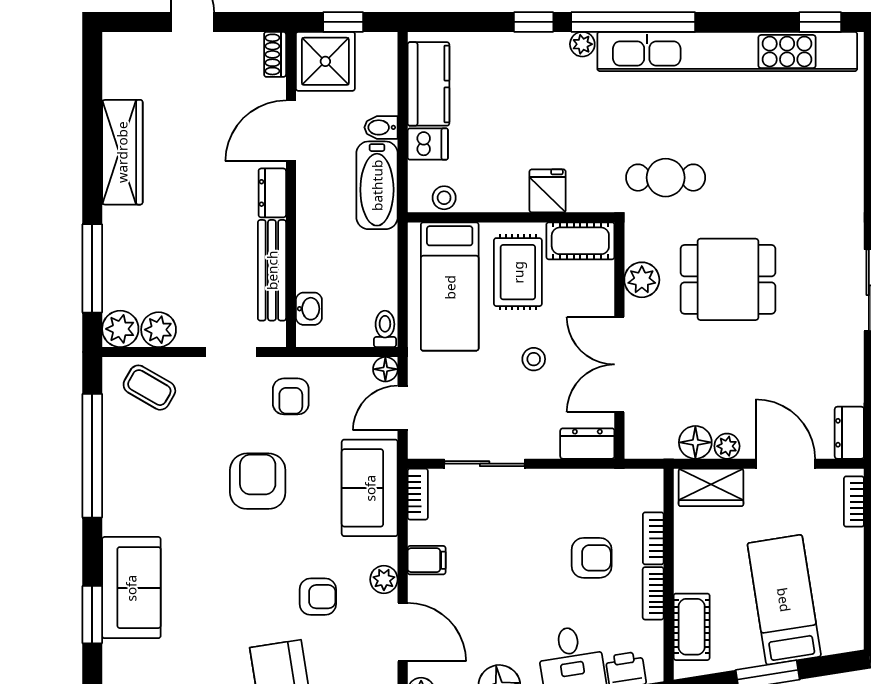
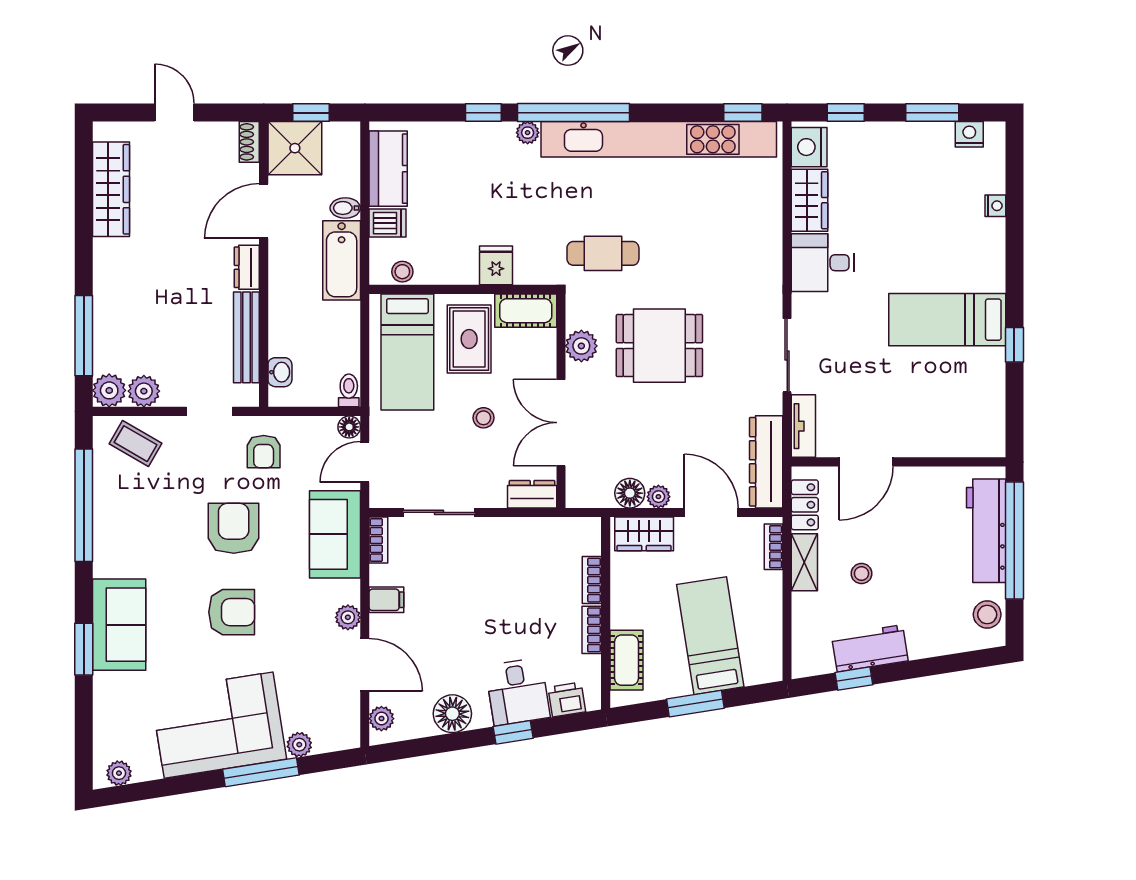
wardrobe: (122, 152) -> (111, 189), moved
dresser: (849, 433) -> (766, 462), width x1.96, depth x1.24
armchair: (592, 558) -> (536, 598), removed
armchair: (318, 597) -> (232, 612), moved, width x1.38, depth x1.38

